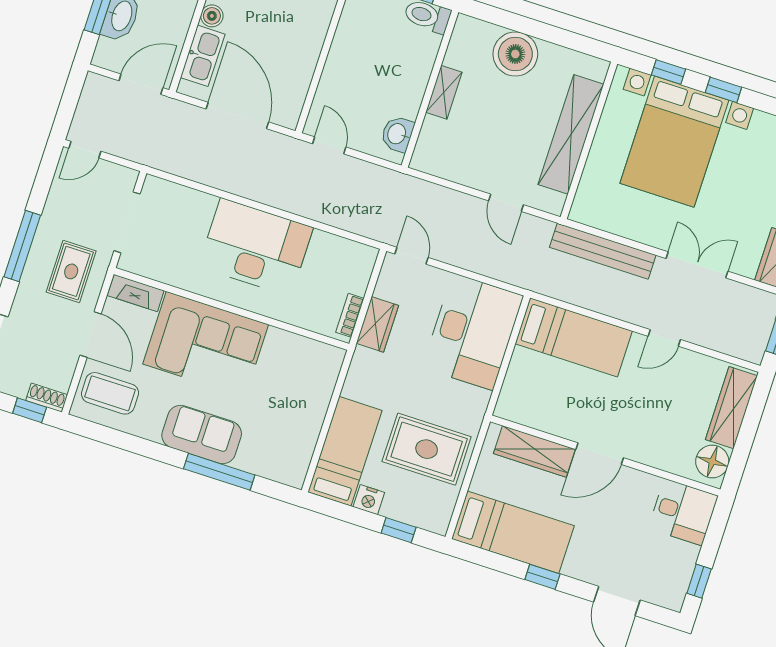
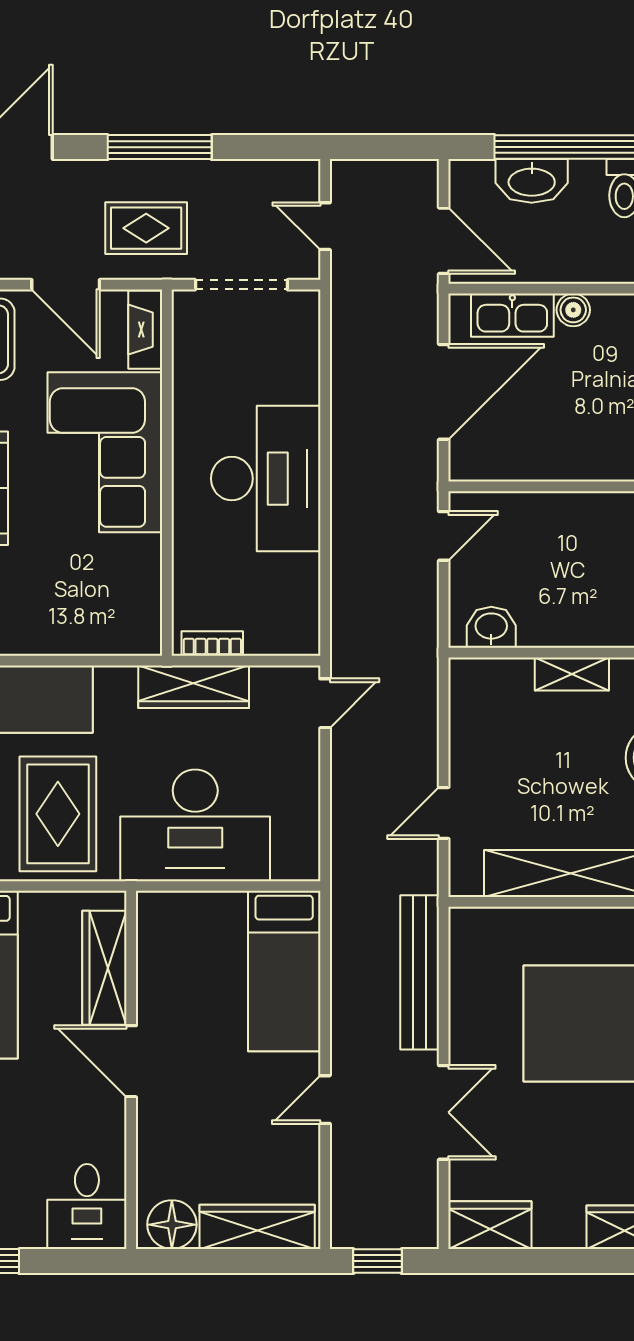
door: (85, 150) -> (325, 226), moved
wardrobe: (377, 324) -> (194, 687), width x1.50
desk: (473, 332) -> (195, 825), moved
door: (91, 334) -> (66, 285), hinge flipped
door: (664, 338) -> (325, 1100), hinge flipped

